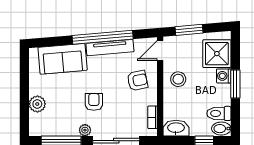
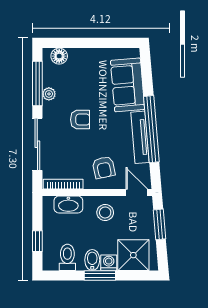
plant: (37, 104) -> (78, 57), removed
bookcase: (152, 117) -> (63, 184), width x1.56
floor lamp: (36, 121) -> (59, 56), added
washbasin: (176, 128) -> (68, 204), moved, turned 90
bidet: (221, 129) -> (92, 260), moved
plant: (85, 130) -> (49, 94), moved

